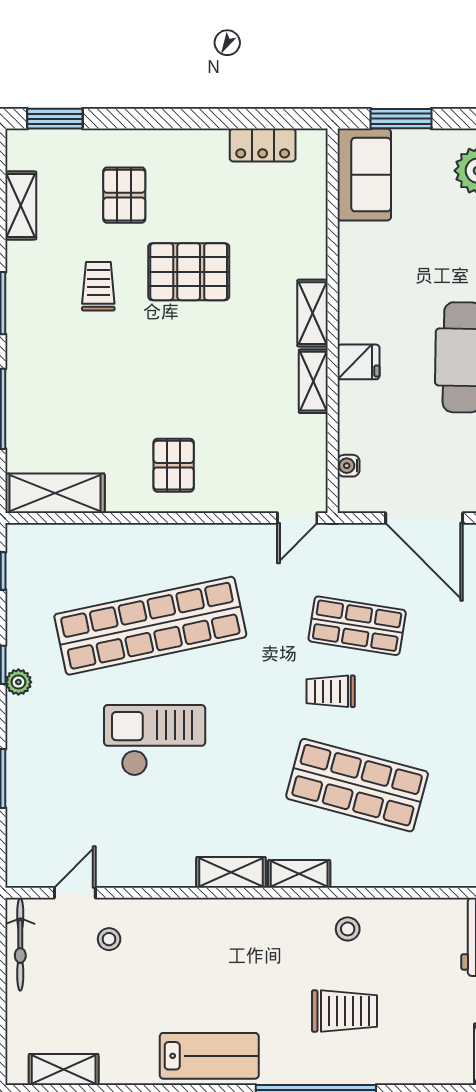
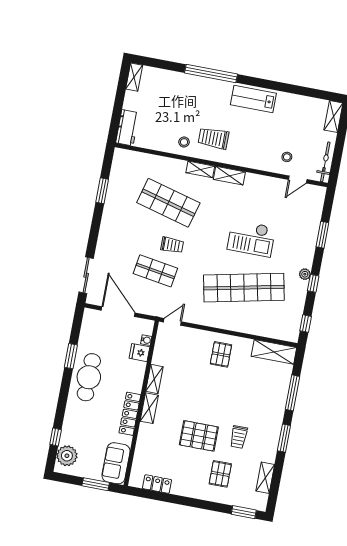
locker: (354, 292) -> (130, 414), added
fridge: (358, 362) -> (139, 353), moved
trolley: (345, 1011) -> (214, 138), moved
shelving: (64, 1069) -> (333, 116), moved, turned 90

